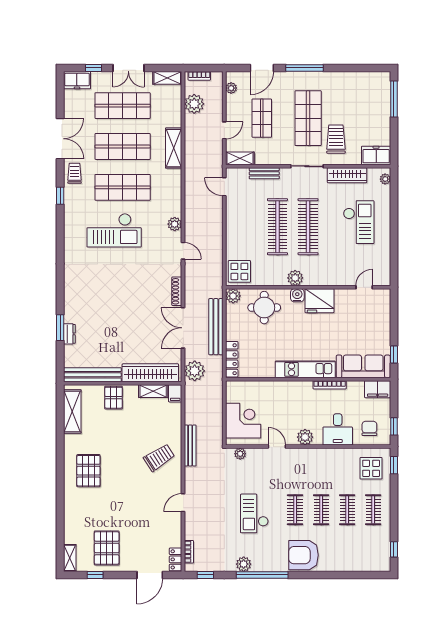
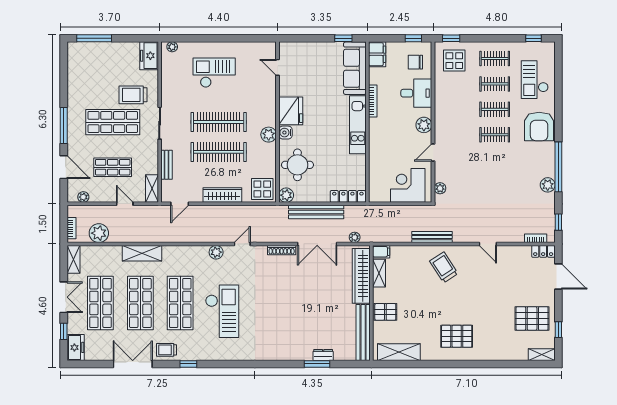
wardrobe: (347, 175) -> (222, 195), moved, turned -90
plant: (195, 371) -> (355, 237), width x0.53, depth x0.53
checkout: (254, 513) -> (535, 80), moved, turned 90

